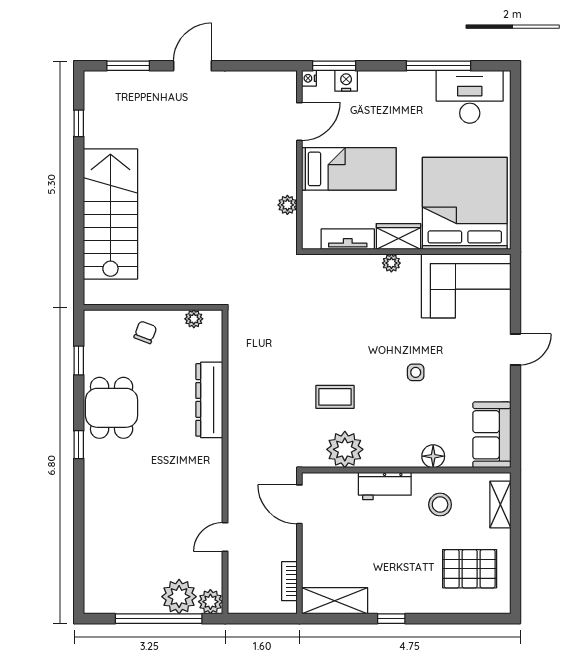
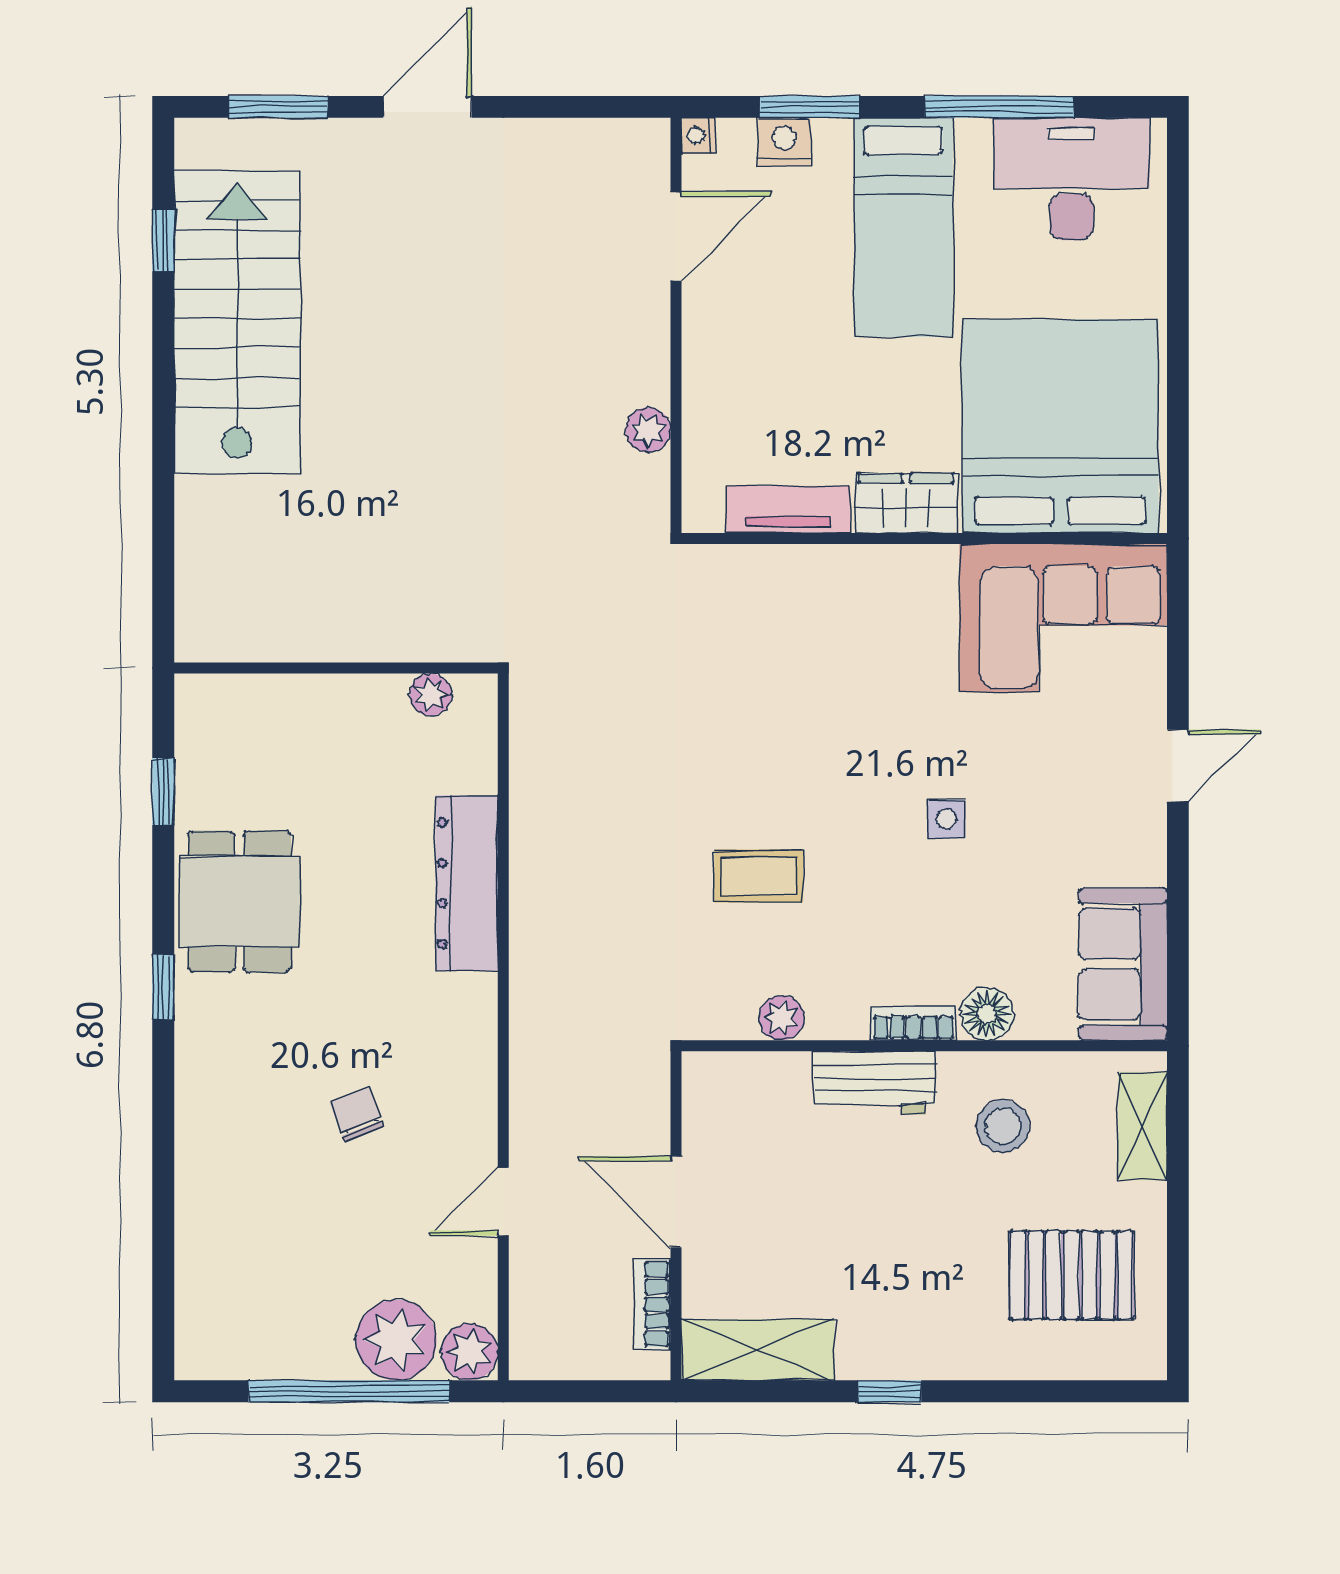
window: (334, 66) -> (810, 107), moved
bed: (349, 169) -> (903, 227), moved, turned 90
stairs: (110, 214) -> (237, 322), moved
plant: (391, 263) -> (890, 565), removed
chair: (145, 332) -> (357, 1115), moved, turned -42
plant: (345, 449) -> (781, 1018), width x0.53, depth x0.53
bookcase: (402, 460) -> (914, 1023), added
door: (299, 504) -> (676, 1202), moved

